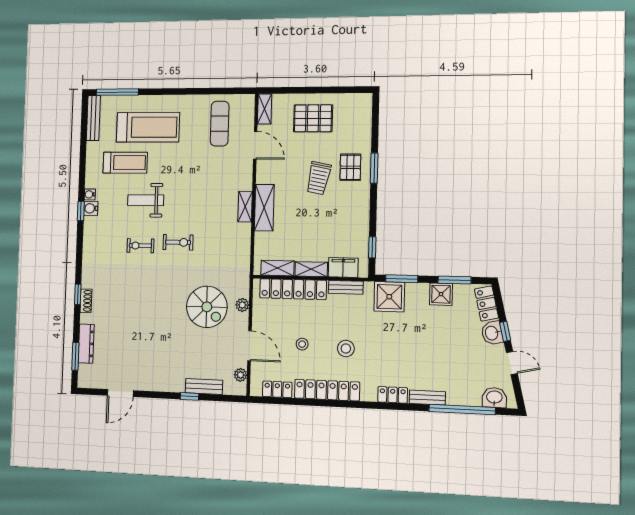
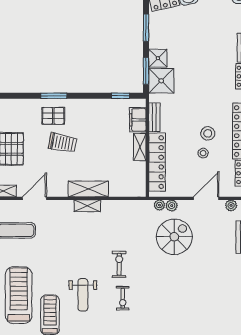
shelving: (277, 268) -> (140, 176), removed
plant: (243, 291) -> (159, 205), added
shower: (441, 294) -> (158, 58), moved
stool: (346, 348) -> (208, 133), moved

